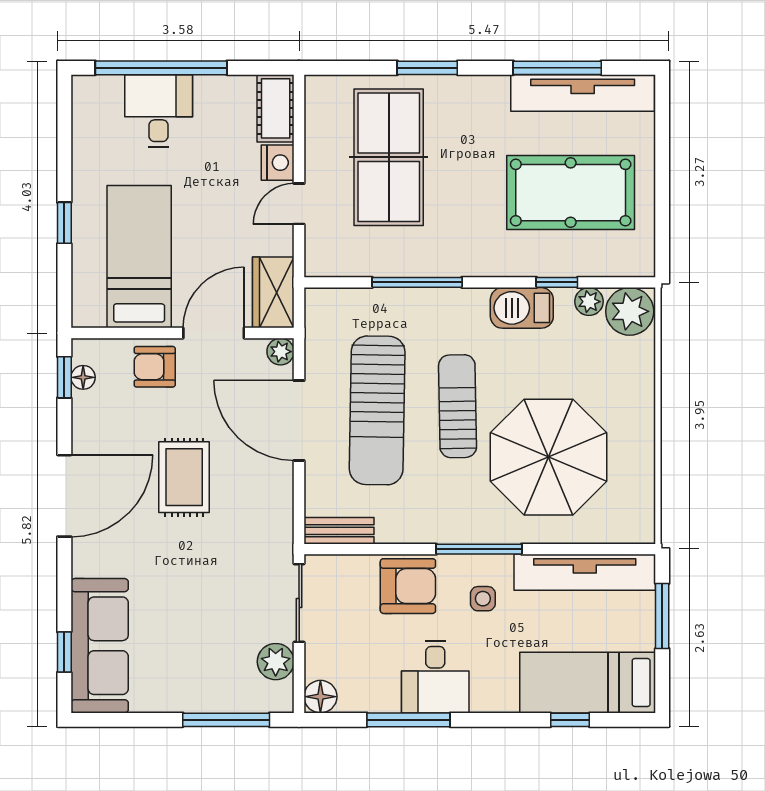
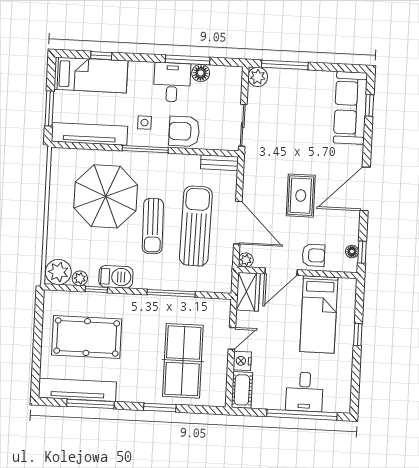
plant: (276, 662) -> (258, 77), moved
floor lamp: (320, 697) -> (201, 73), moved

